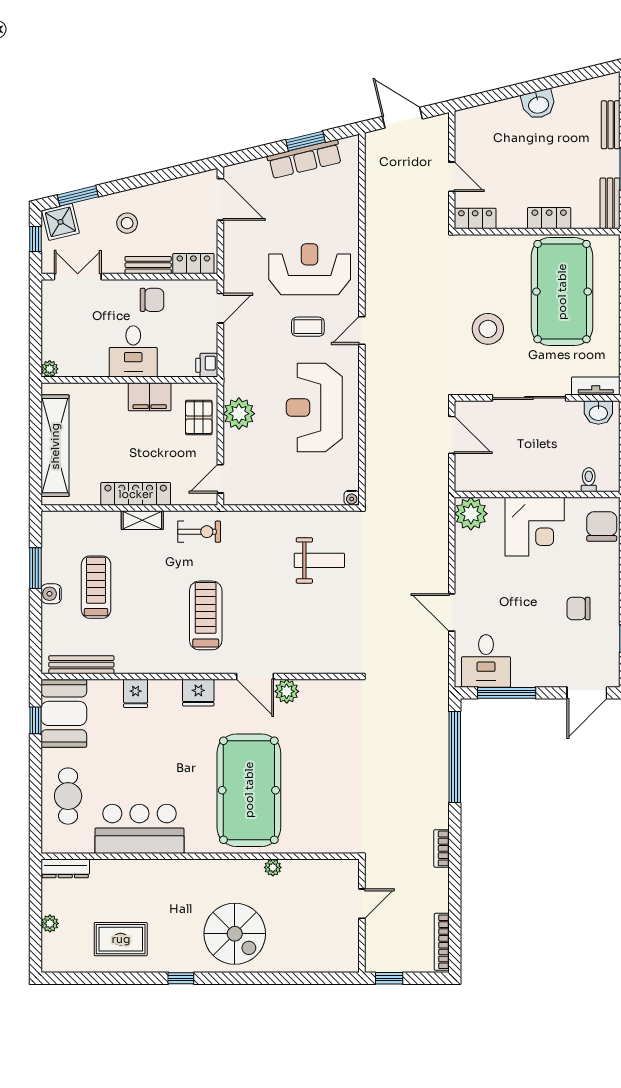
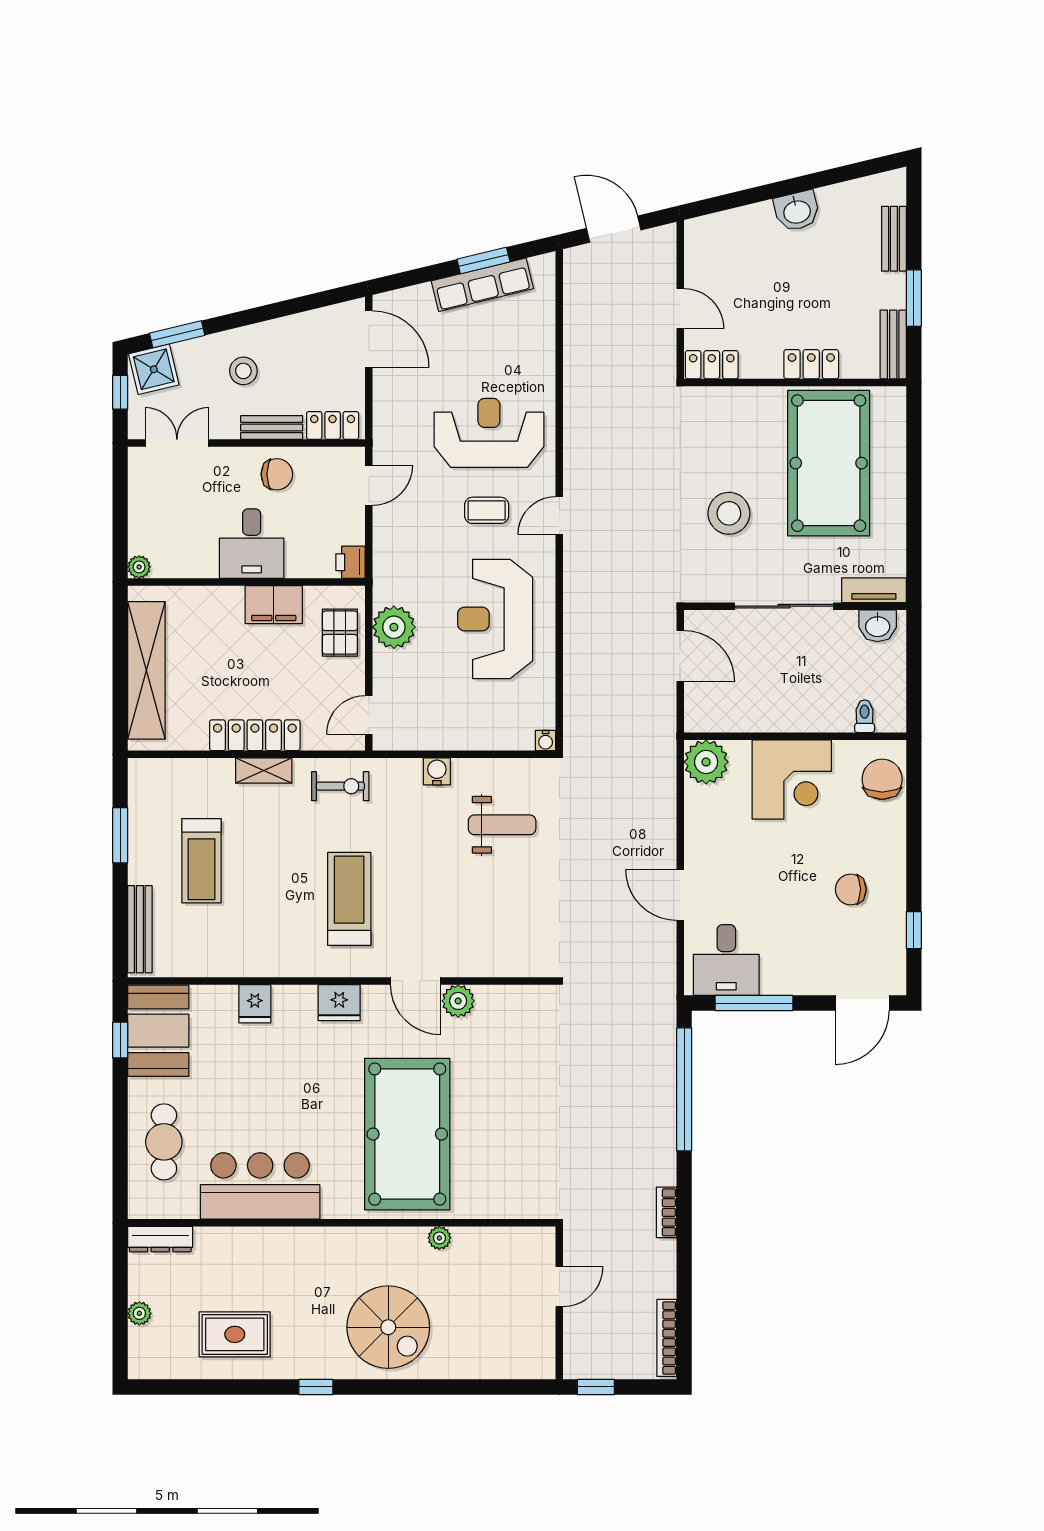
treadmill: (96, 587) -> (202, 861), turned 180
water cooler: (51, 594) -> (437, 771), moved, turned 90
bench: (81, 665) -> (140, 929), moved, turned 90

